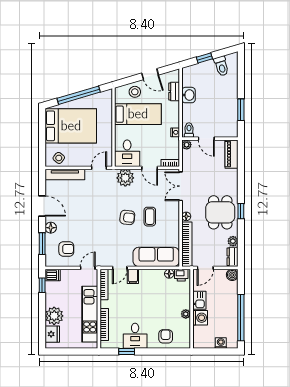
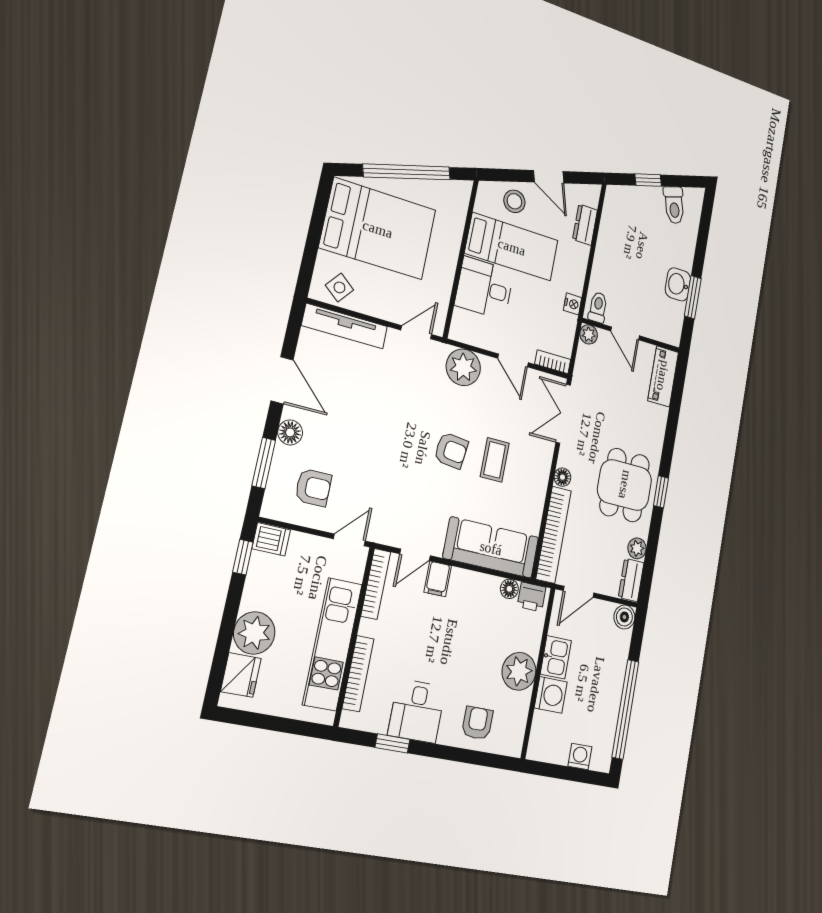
washbasin: (189, 95) -> (678, 284), moved, turned 180
desk: (127, 153) -> (484, 288), moved, turned 90
plant: (186, 314) -> (519, 671), width x1.88, depth x1.88

